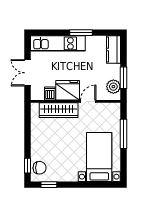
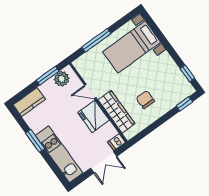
dishwasher: (50, 93) -> (116, 142), moved
chair: (40, 168) -> (145, 100), moved

